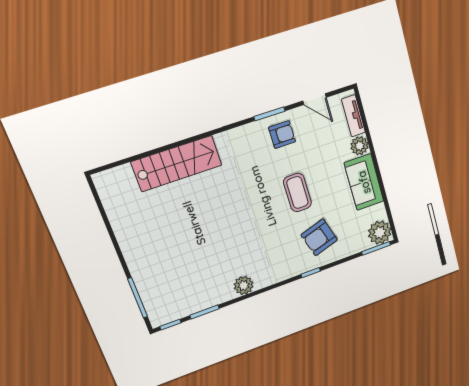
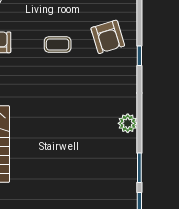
coffee table: (297, 193) -> (58, 45), width x0.73, depth x0.77

